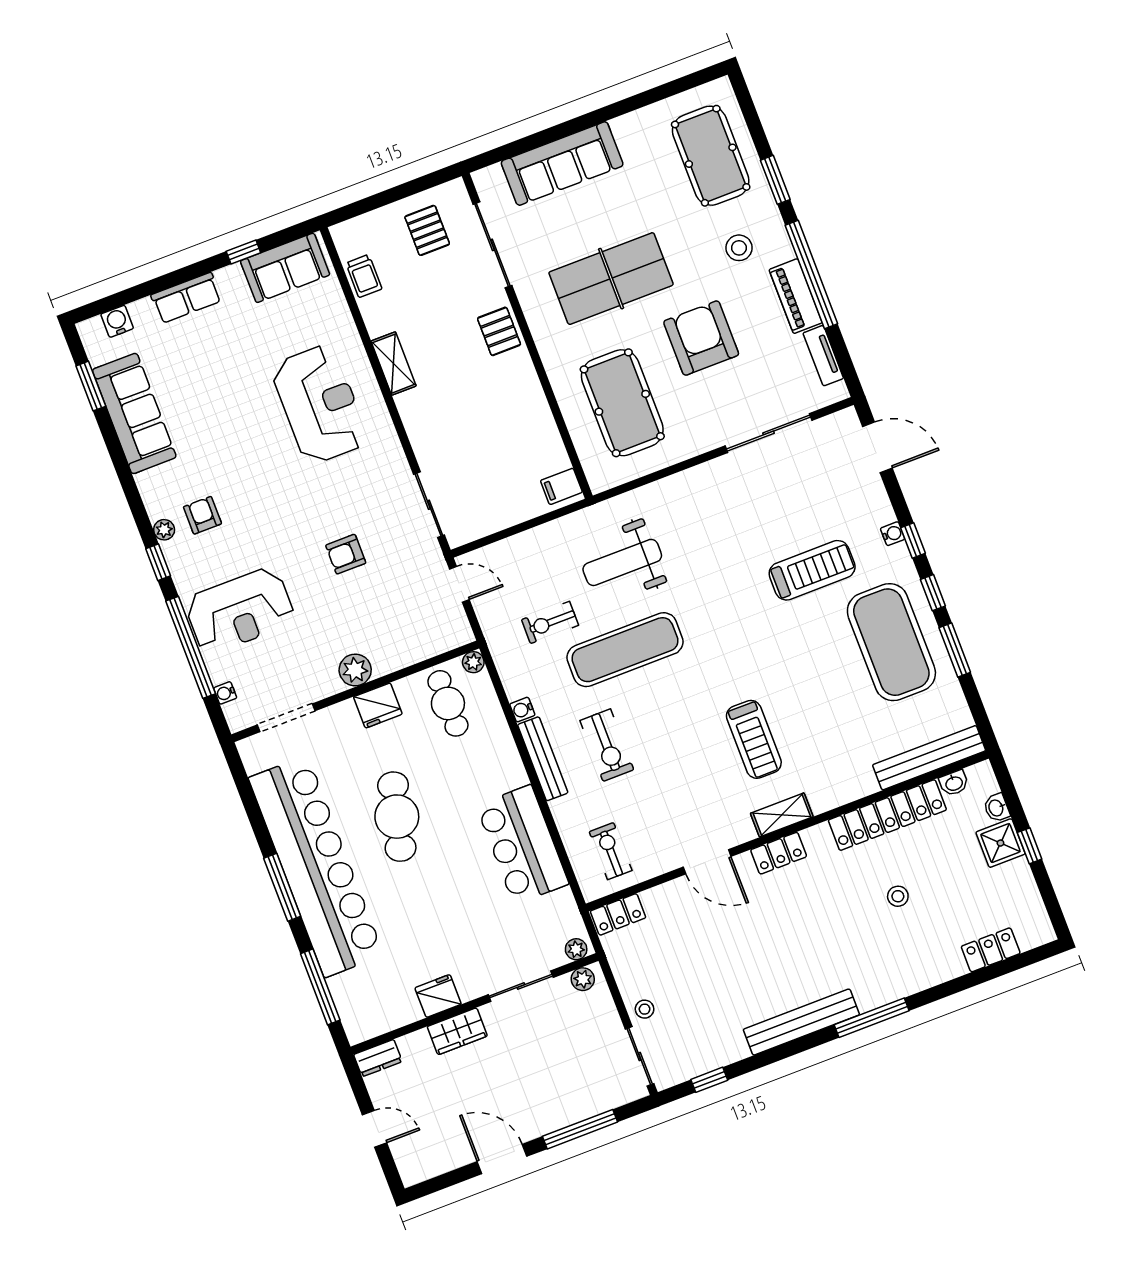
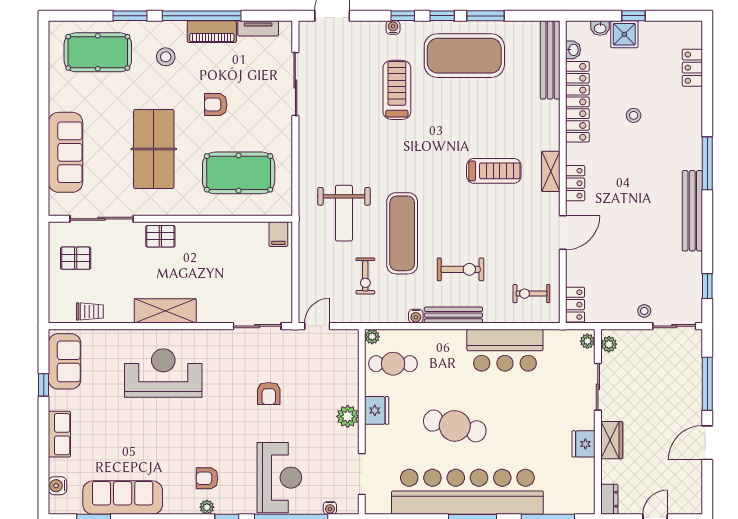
armchair: (701, 338) -> (216, 105), width x0.53, depth x0.53
shelving: (394, 364) -> (165, 311), width x1.50, depth x1.33

